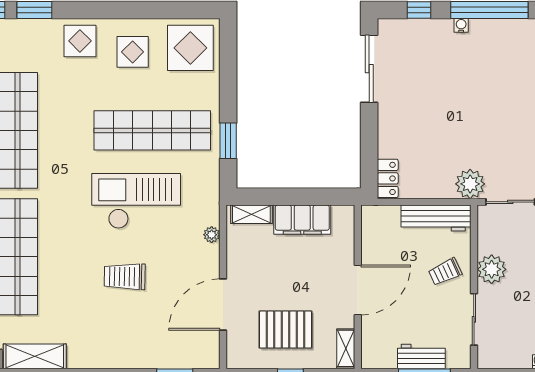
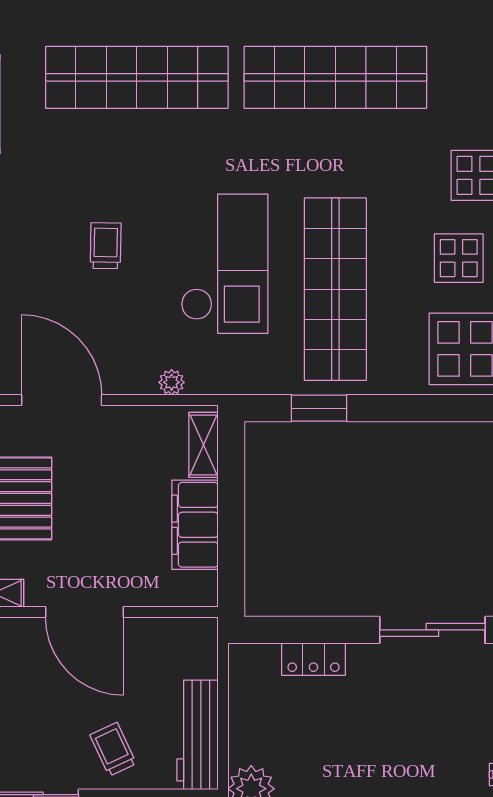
locker: (388, 178) -> (313, 659), moved
trolley: (125, 277) -> (106, 246), width x0.73, depth x0.72

